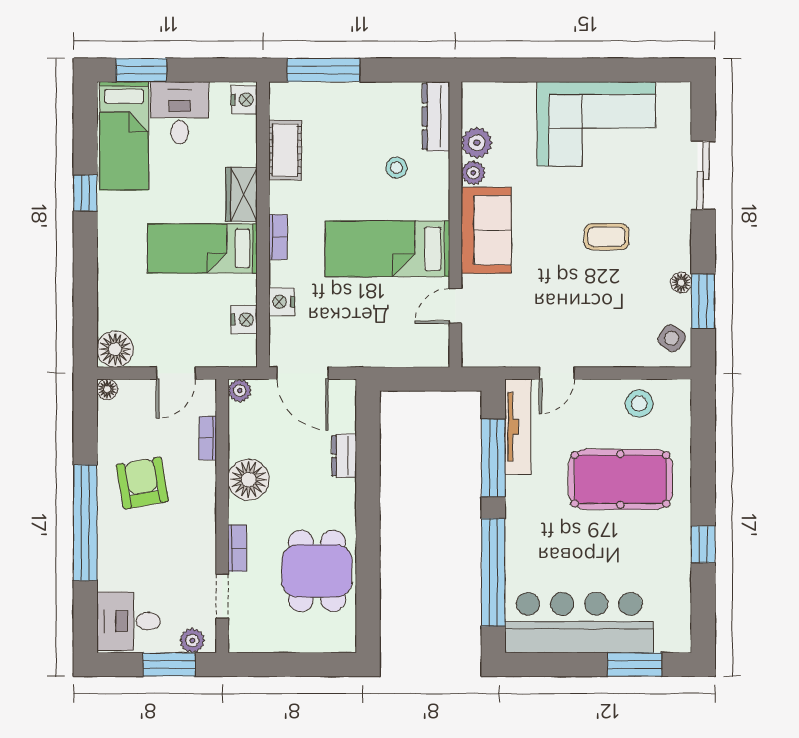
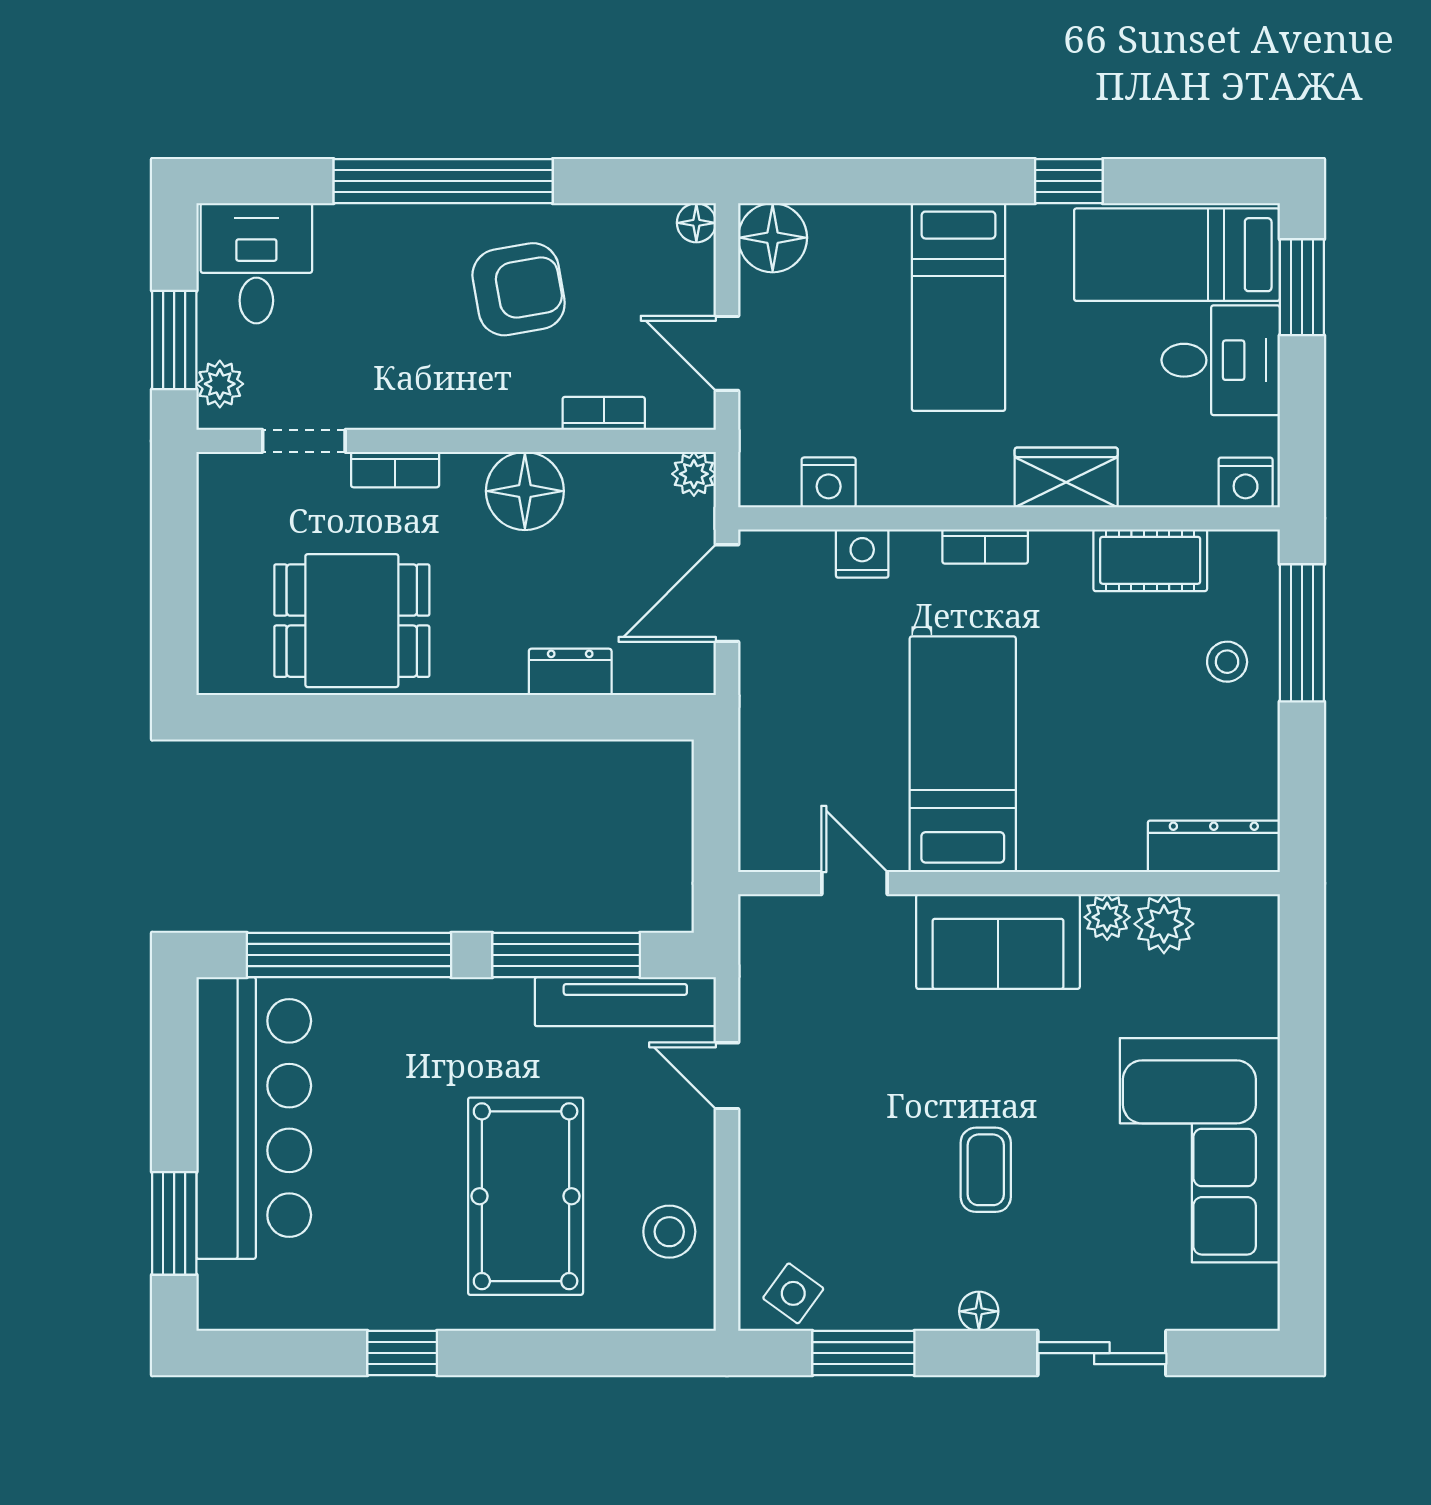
stool: (396, 168) -> (1227, 662), moved
bed: (202, 248) -> (959, 307), moved, turned 180
floor lamp: (681, 283) -> (979, 1311), moved

